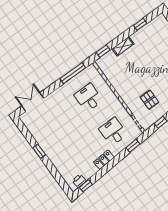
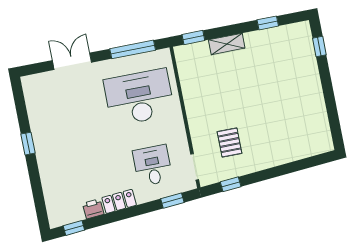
desk: (88, 98) -> (139, 97), width x1.87, depth x1.30
double door: (33, 102) -> (72, 61), moved
printer: (79, 181) -> (93, 209), moved

